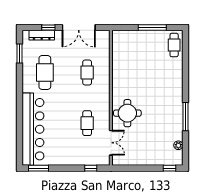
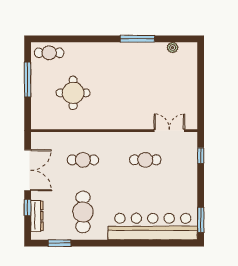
cafe table: (45, 72) -> (83, 212), turned 90
round table: (127, 113) -> (73, 93), moved
window: (169, 168) -> (201, 58), removed

